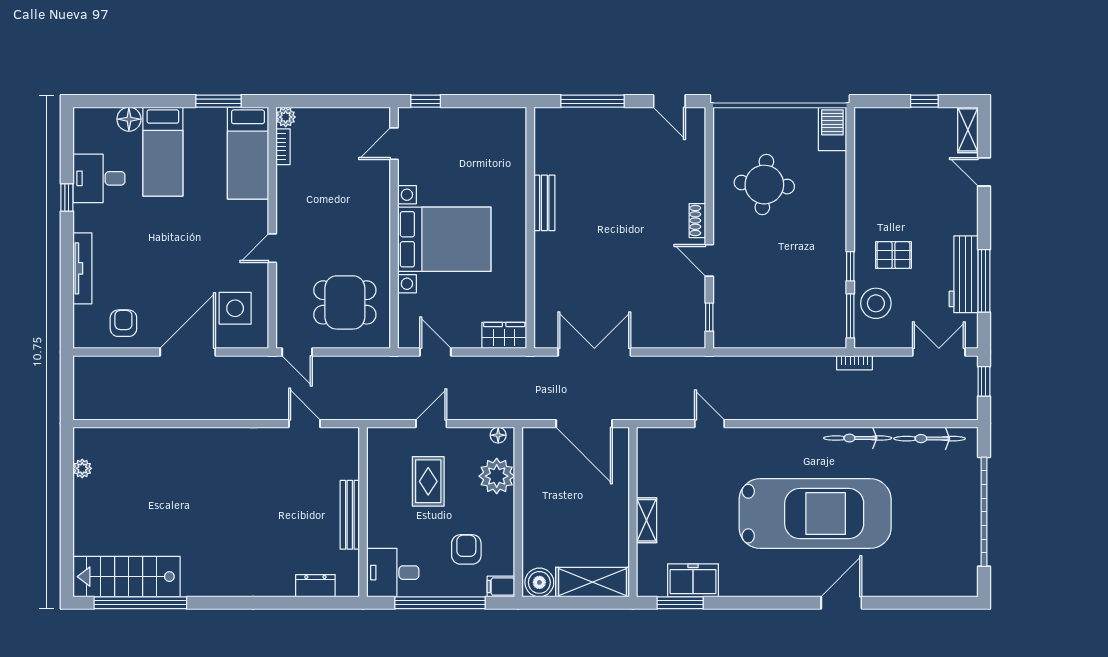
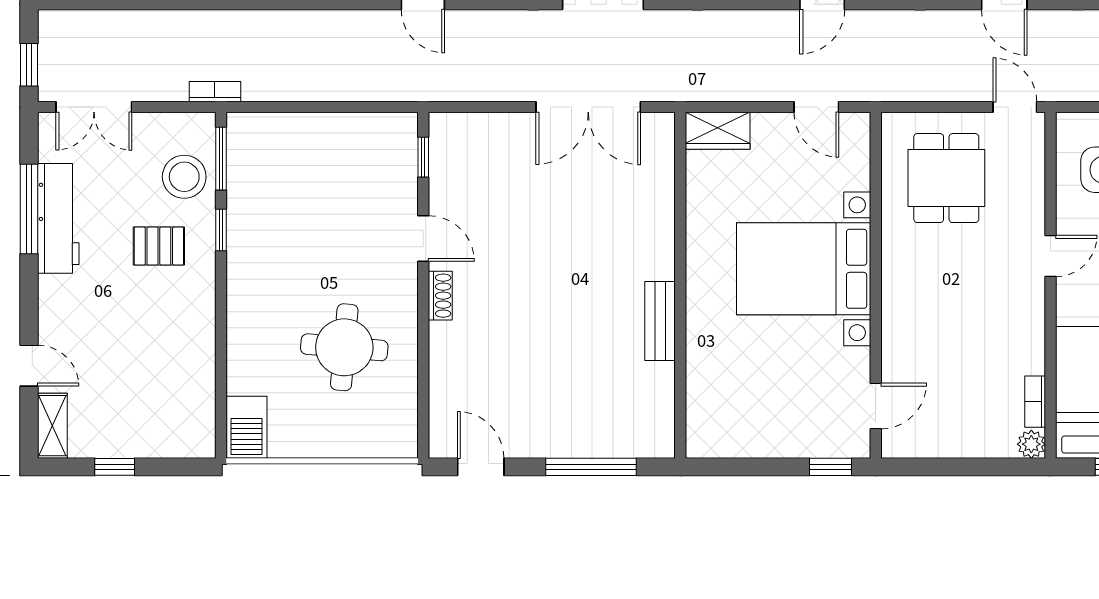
dining table: (345, 302) -> (946, 178), turned 90

